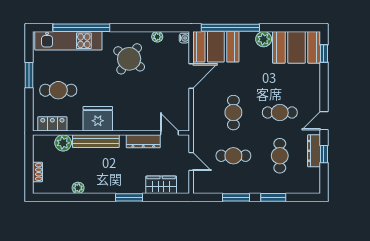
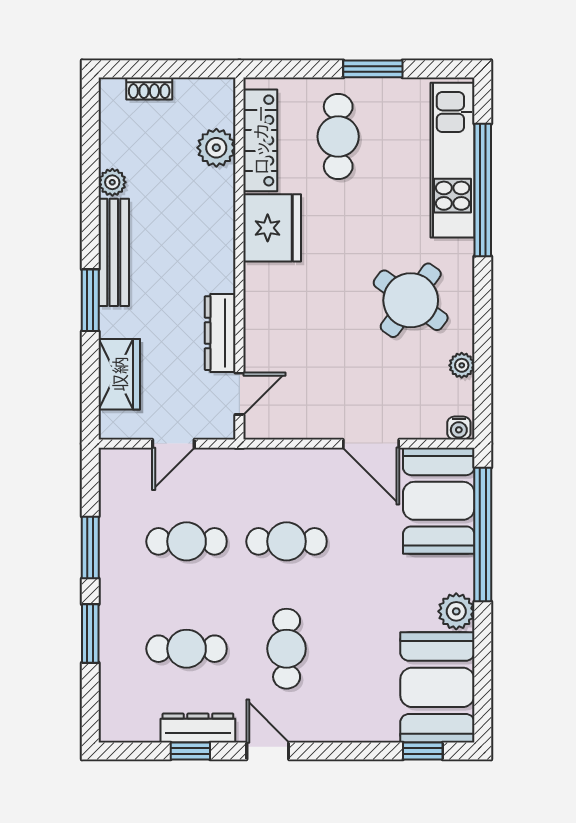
locker: (52, 124) -> (260, 140), width x1.53
bench: (96, 141) -> (114, 252), moved
cafe table: (233, 156) -> (187, 541), turned 90

